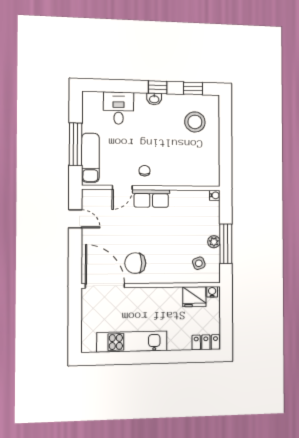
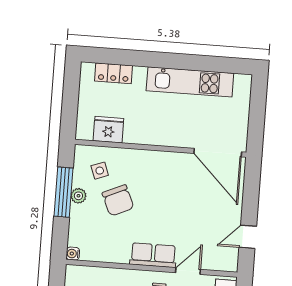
door: (75, 219) -> (248, 237), hinge flipped
chair: (135, 263) -> (118, 200), moved, turned 66
water cooler: (212, 292) -> (86, 134), removed
locker: (206, 342) -> (114, 73), moved

